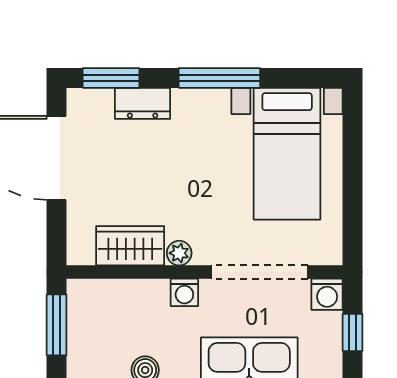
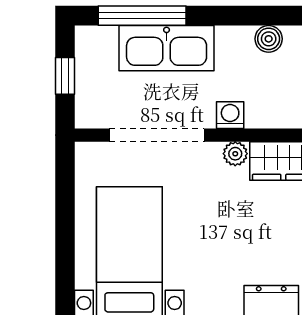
washing machine: (327, 294) -> (90, 113), removed

